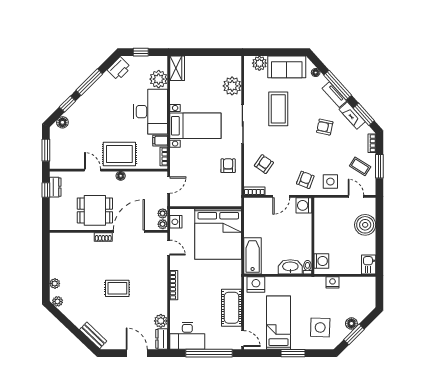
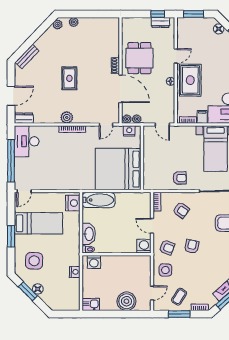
armchair: (325, 127) -> (192, 246), moved
cot: (232, 308) -> (52, 181), removed
plant: (161, 321) -> (67, 117), moved

